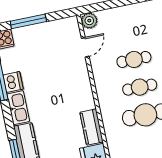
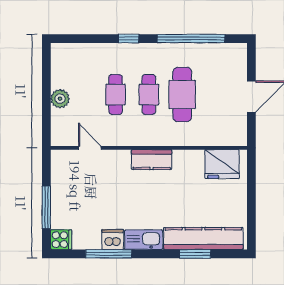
plant: (89, 21) -> (60, 99), moved
kitchen counter: (92, 127) -> (152, 160), moved

